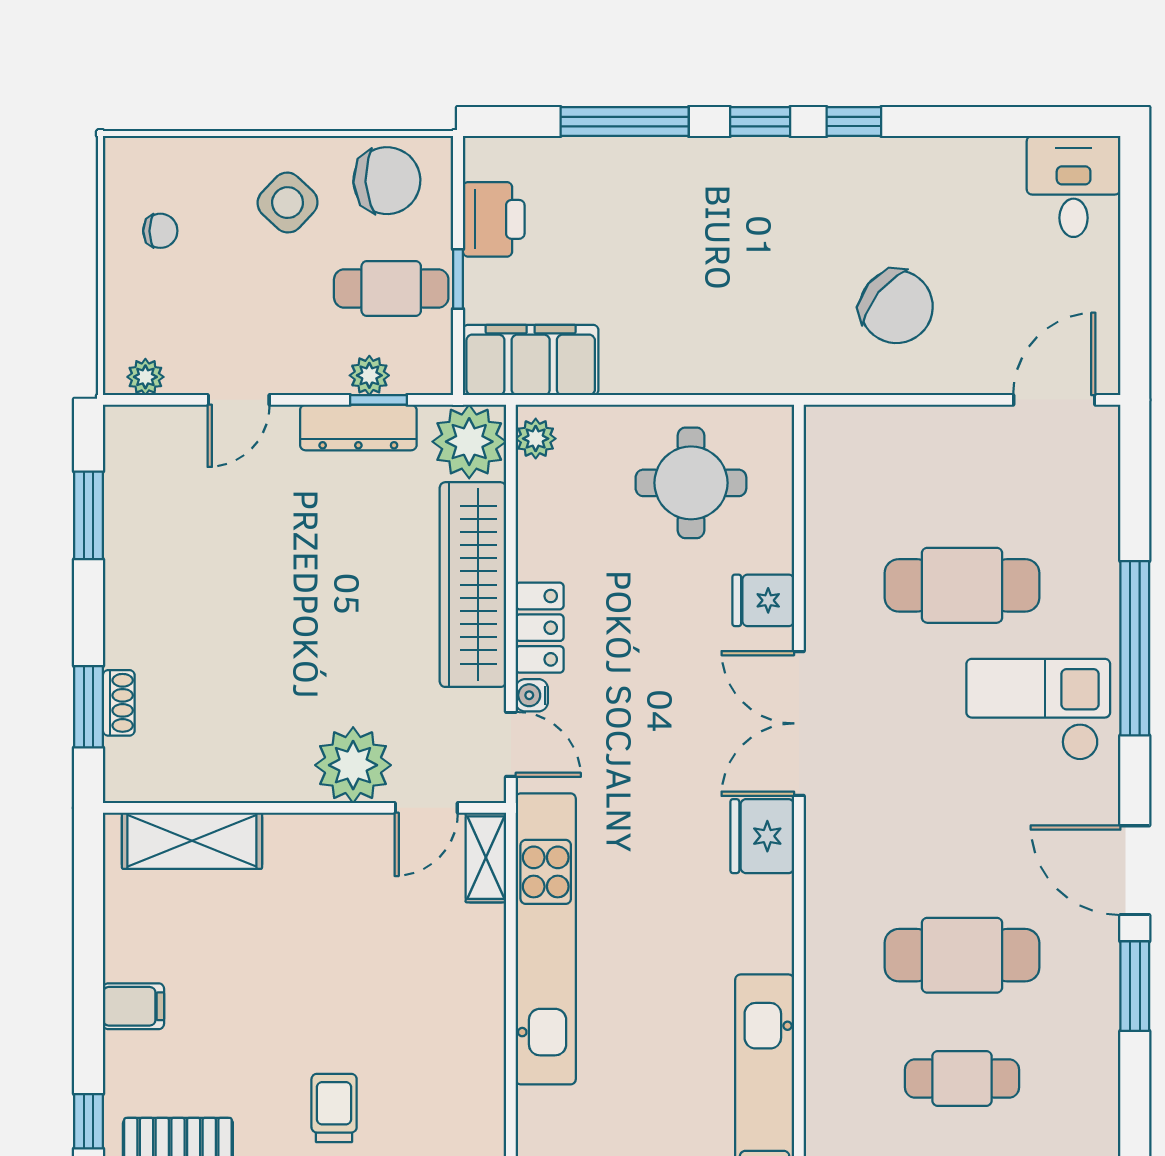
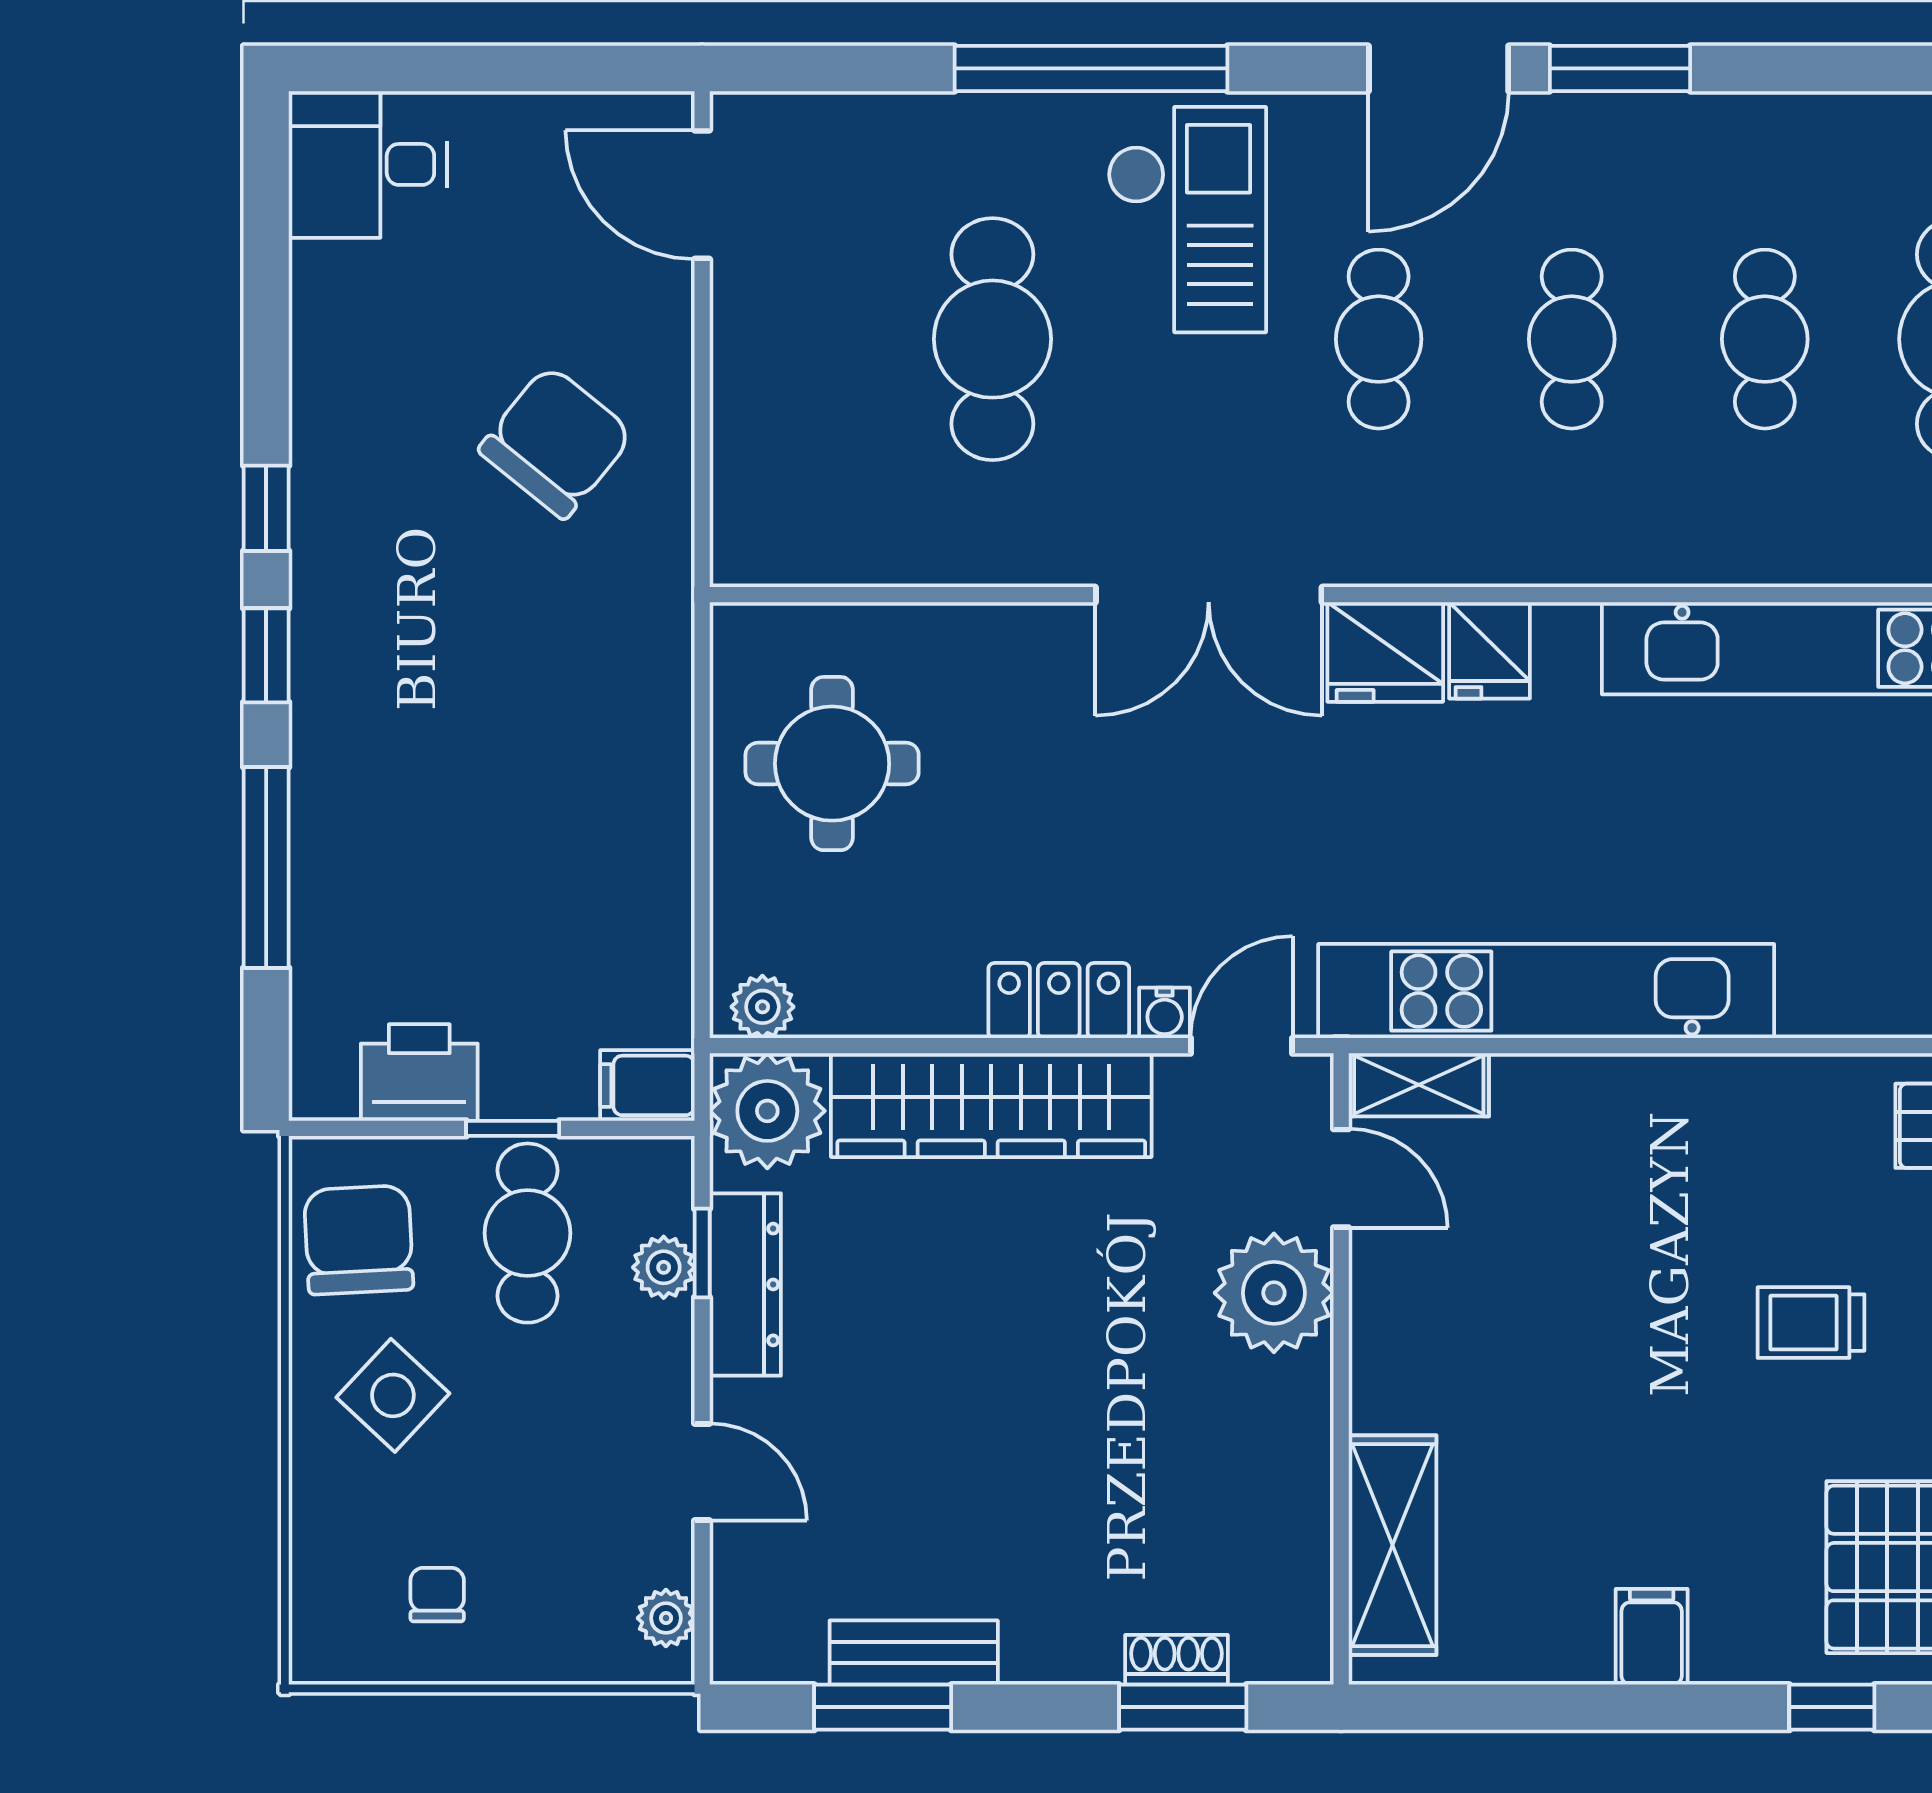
filing cabinet: (531, 360) -> (647, 1085), width x0.33, depth x0.86
bench: (123, 535) -> (914, 1653), added
fridge: (763, 600) -> (1490, 650), moved
checkout: (1038, 709) -> (1187, 220), turned 180
cafe table: (962, 832) -> (1379, 339), added
cafe table: (962, 955) -> (1572, 339), width x0.73, depth x0.74

